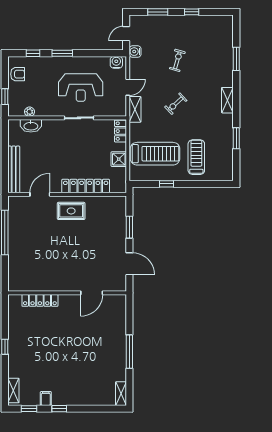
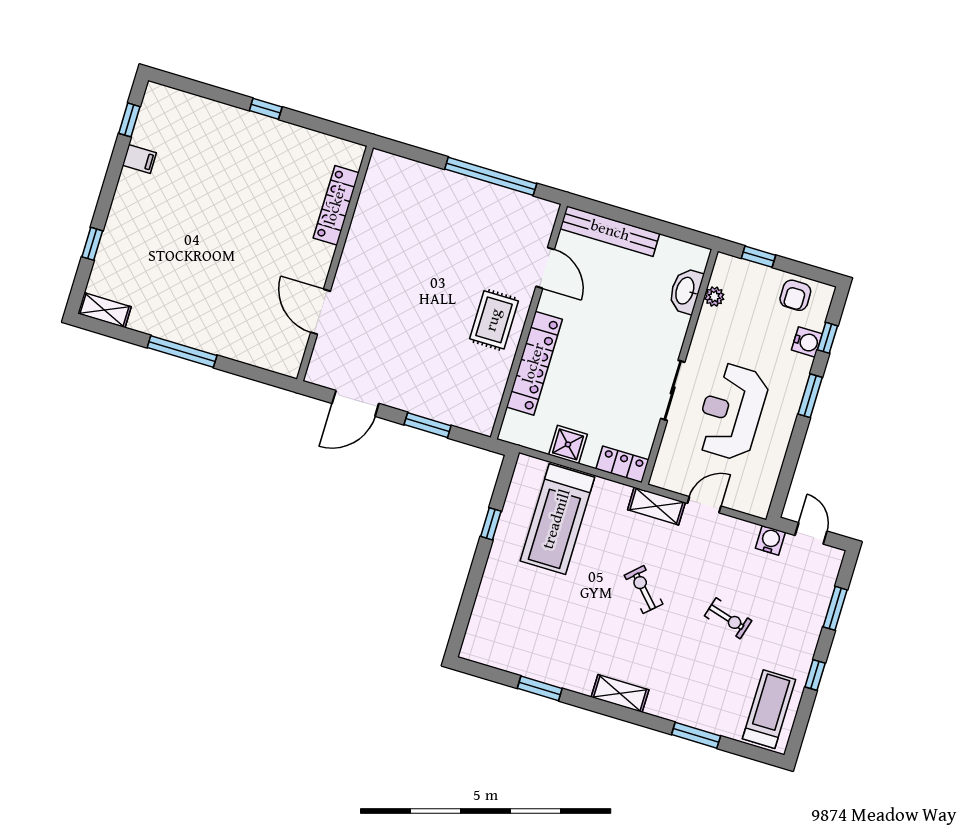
water cooler: (116, 62) -> (807, 342), moved
door: (128, 87) -> (704, 505), swing flipped
treadmill: (196, 157) -> (769, 709), moved, turned -90
shelving: (13, 391) -> (174, 100), removed
window: (59, 409) -> (92, 244), moved

